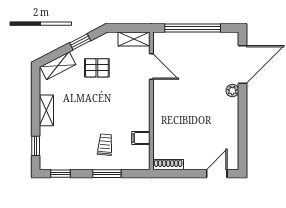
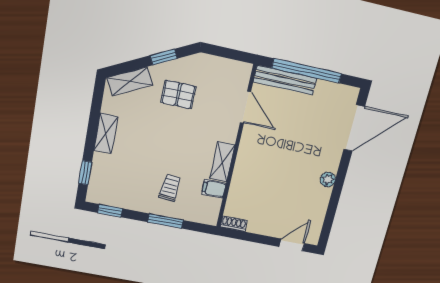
shelving: (134, 39) -> (222, 162), moved, turned 90
bench: (177, 39) -> (285, 80), added
plant: (232, 91) -> (328, 179), moved
shoe rack: (168, 165) -> (234, 224), width x0.70

